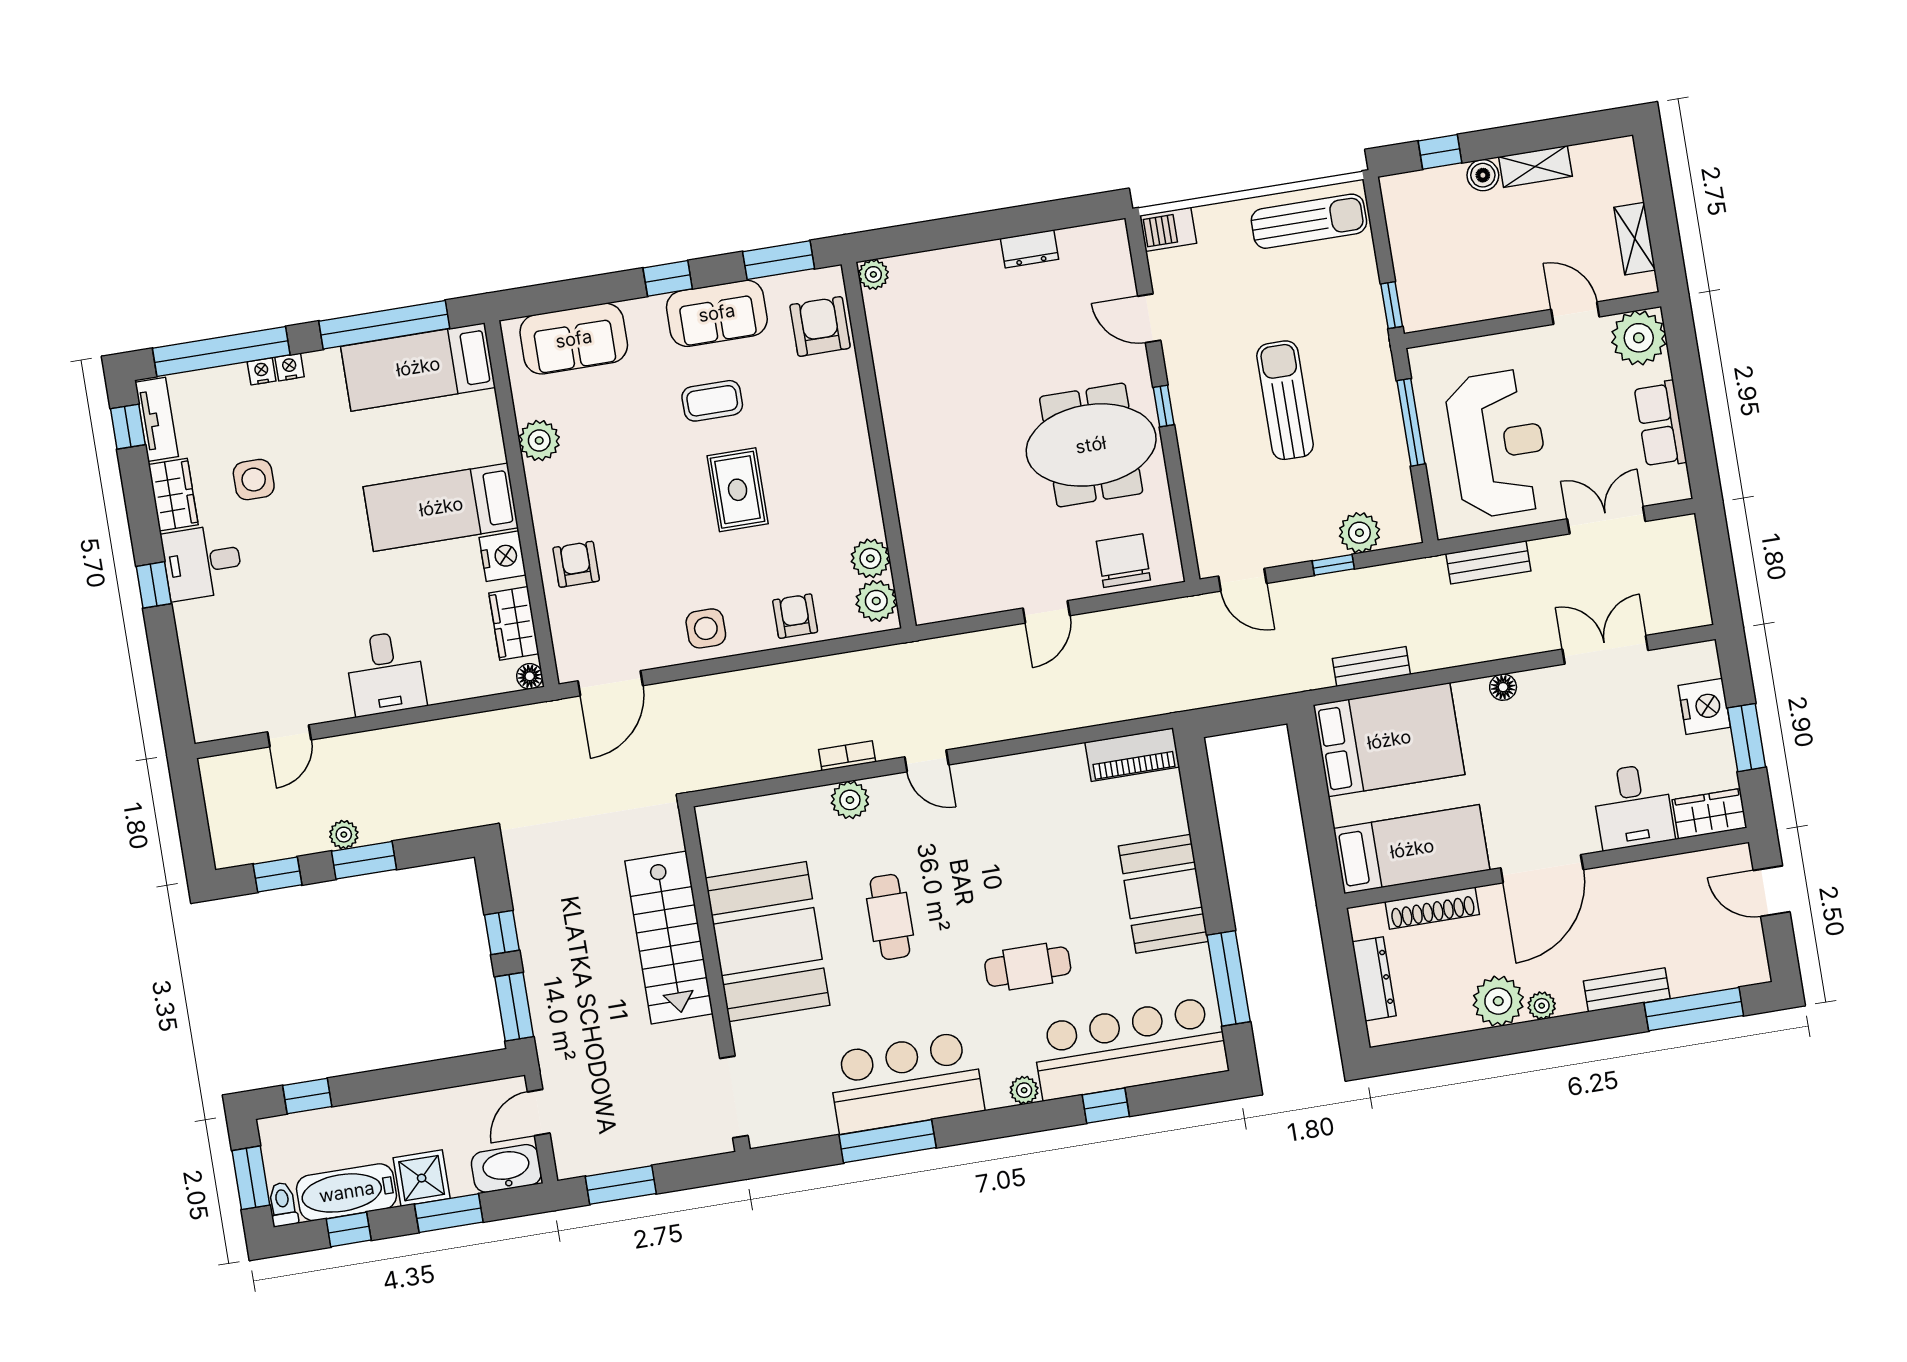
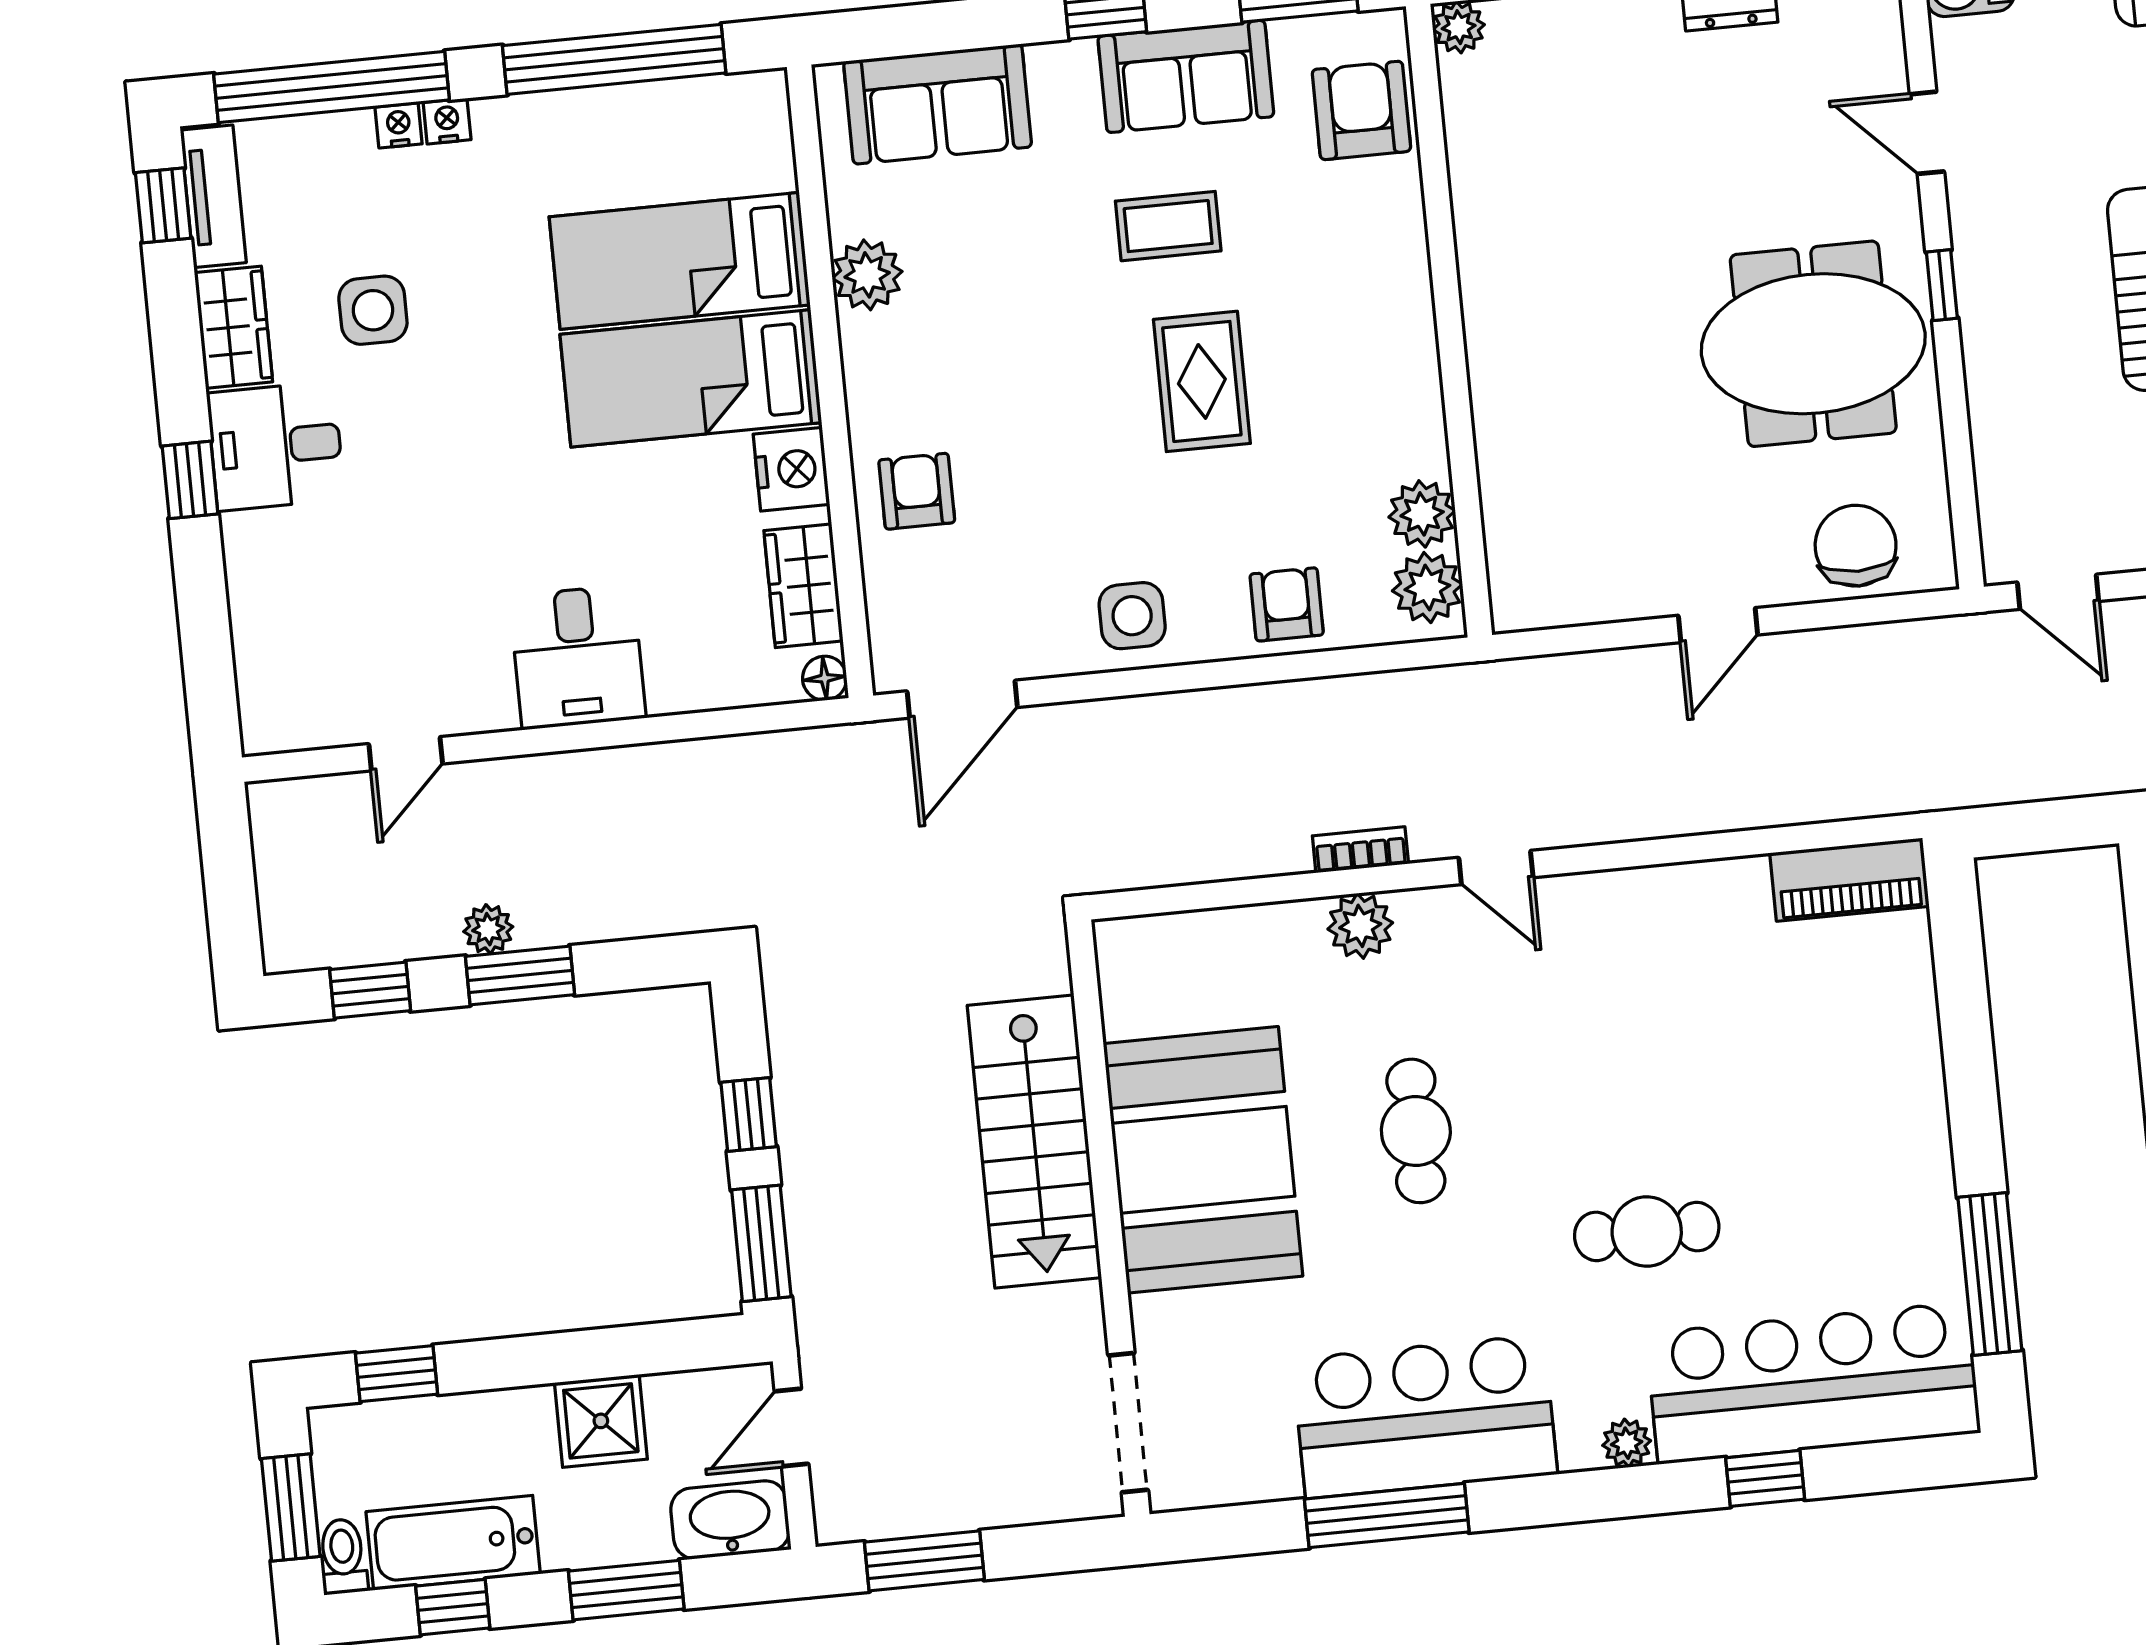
bed: (418, 367) -> (680, 261), moved
booth: (1163, 894) -> (1887, 1122), removed
shower: (422, 1178) -> (601, 1421), moved

